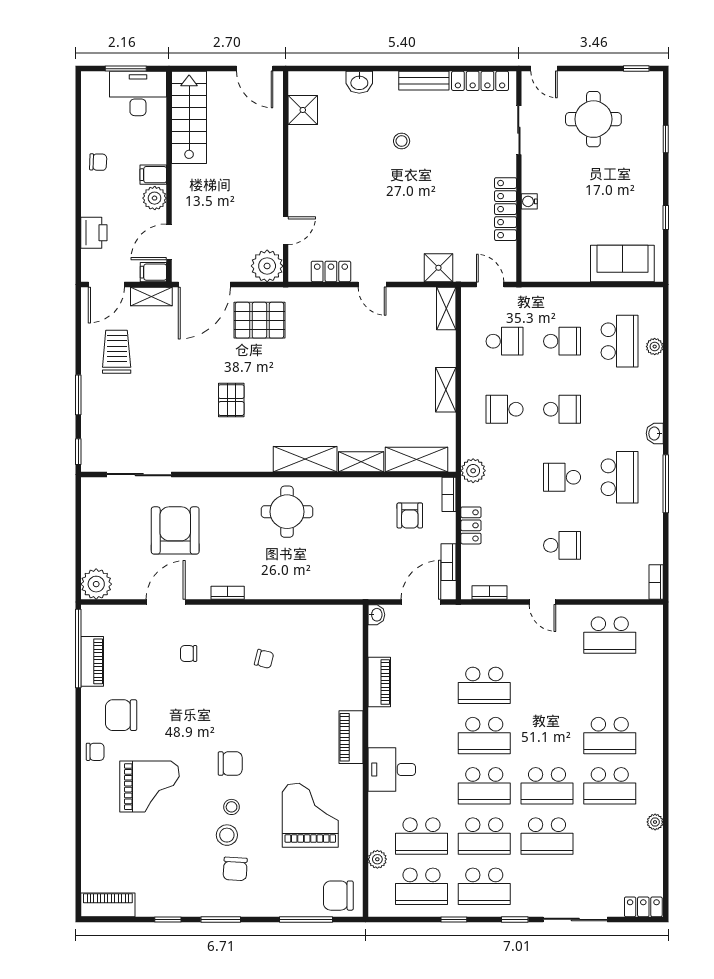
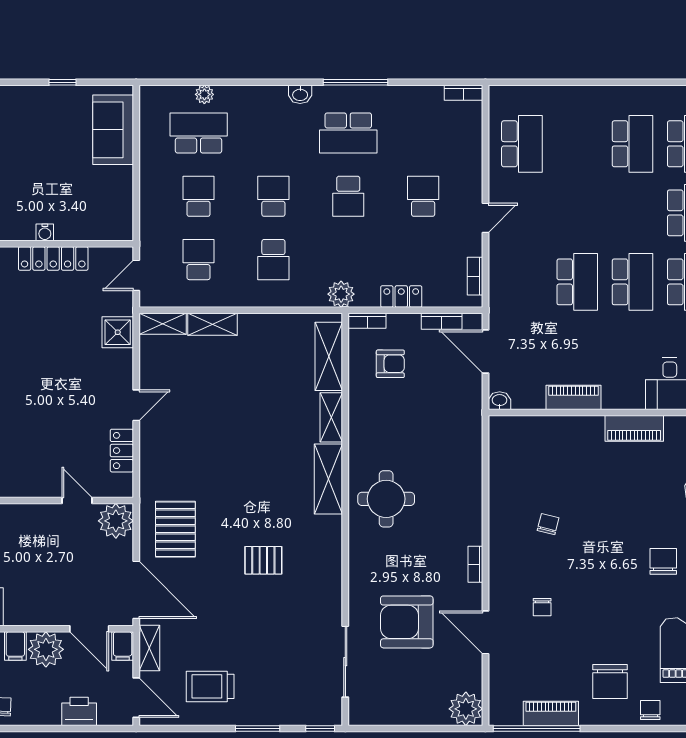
plant: (155, 198) -> (46, 649), width x1.36, depth x1.36
shelving: (446, 390) -> (213, 324), moved
school desk: (620, 477) -> (348, 133), turned 180

